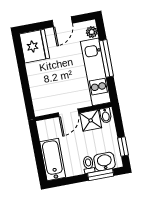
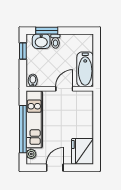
window: (106, 58) -> (23, 129), width x1.46
shower: (91, 120) -> (46, 79), removed
bathtub: (53, 160) -> (85, 69), moved

